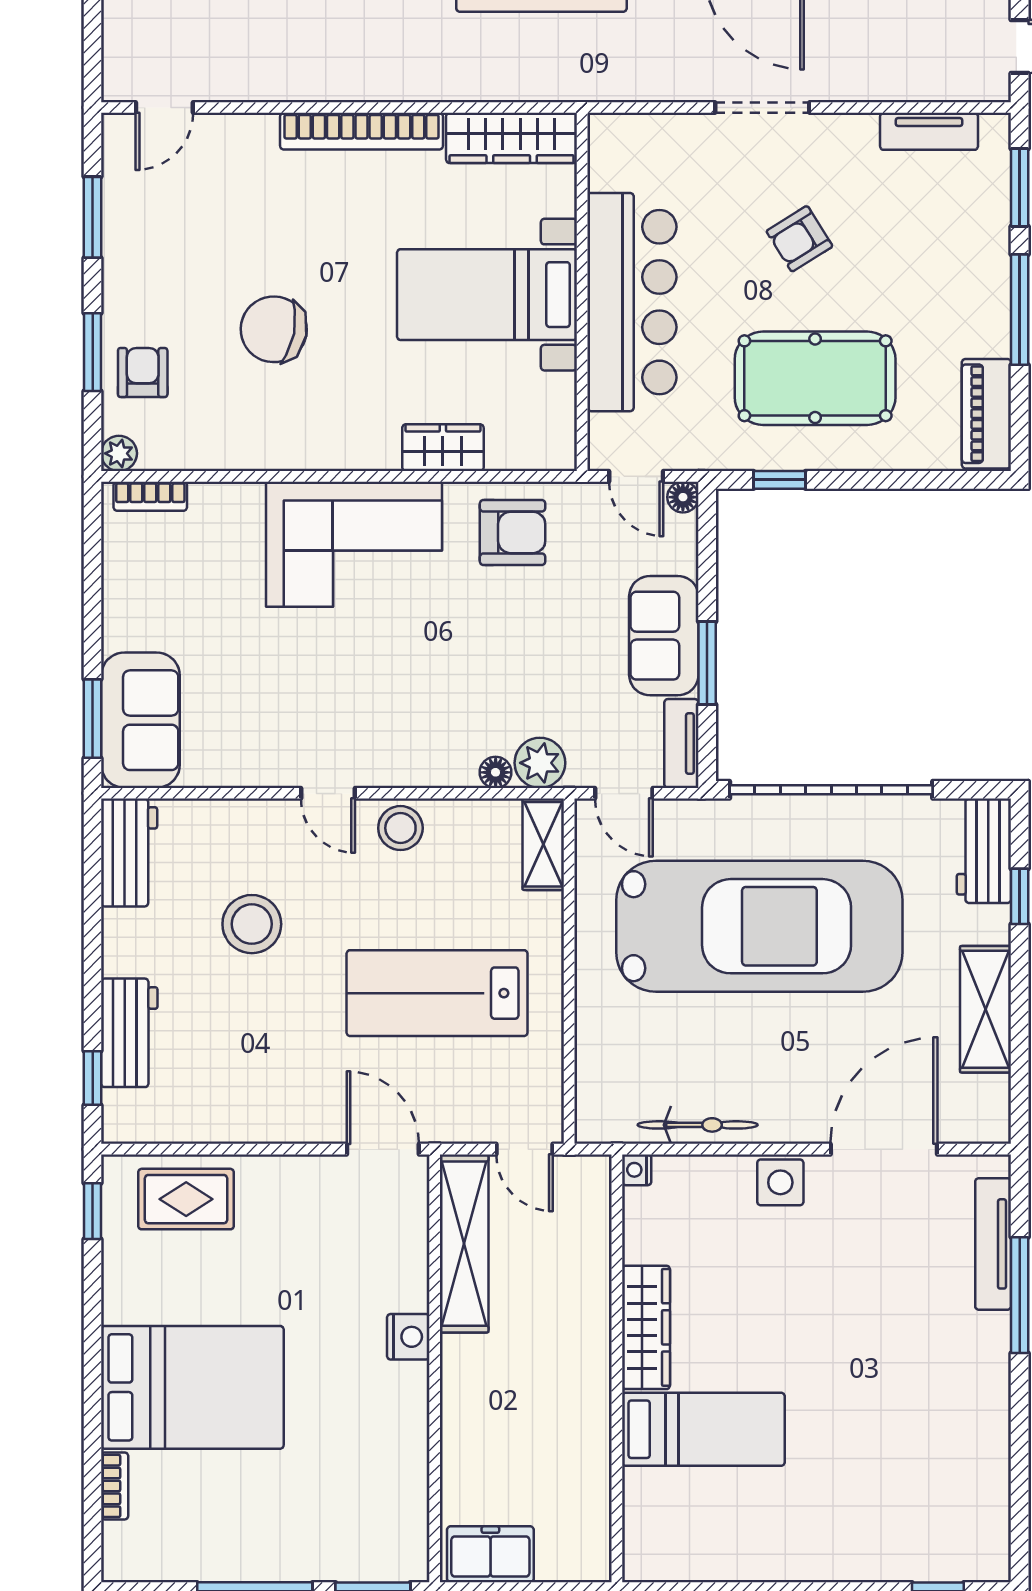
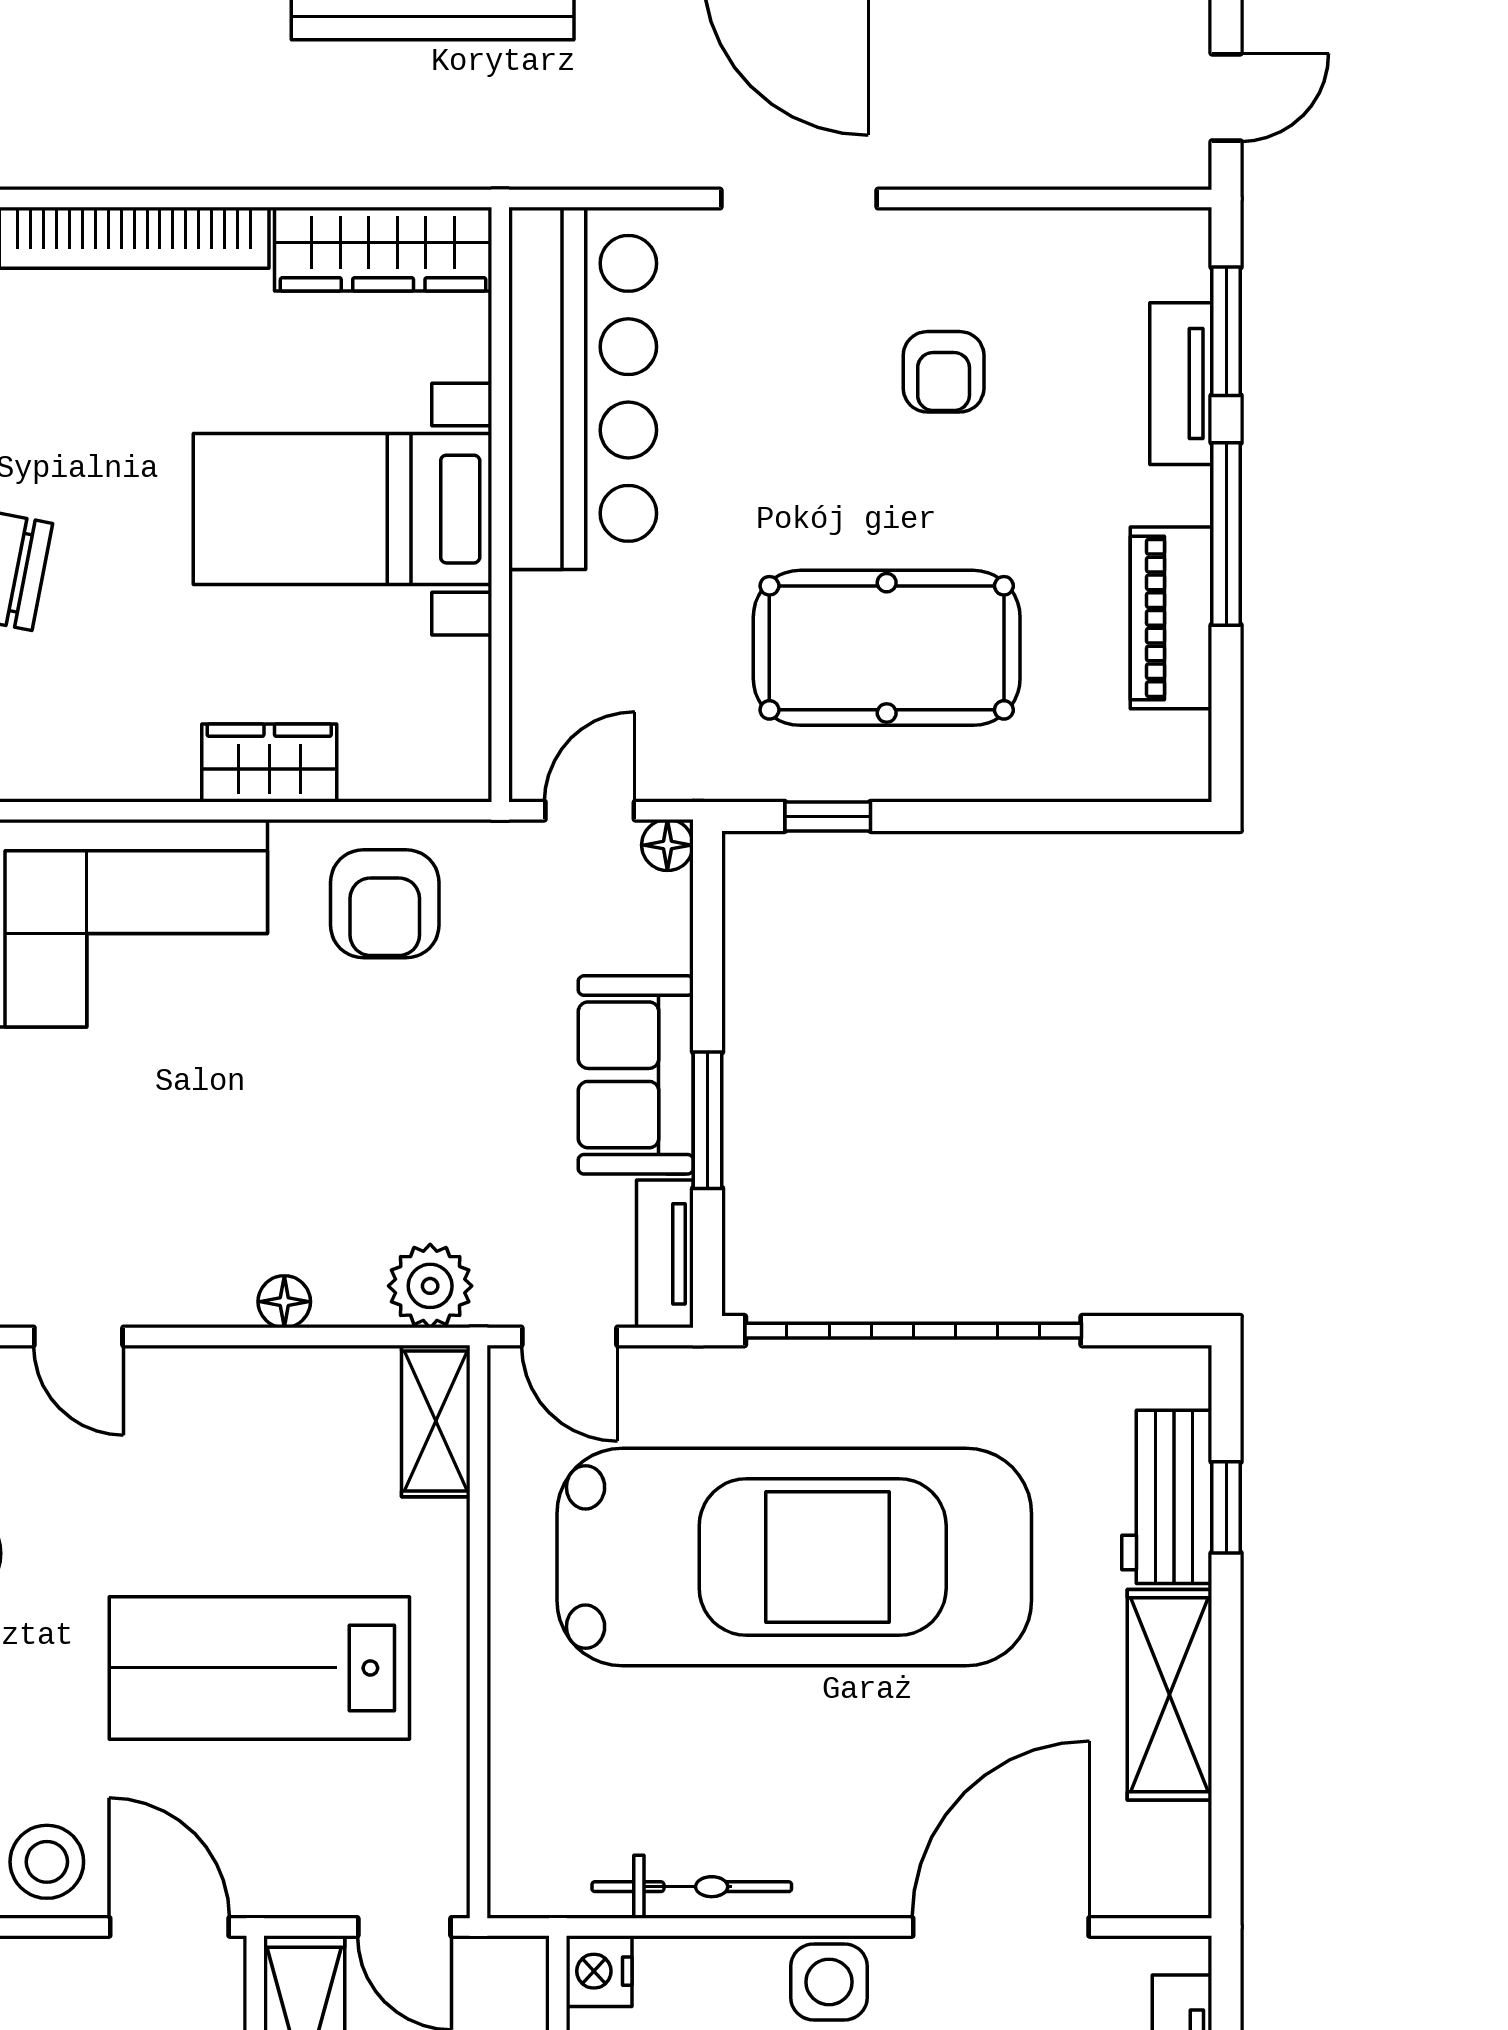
tv unit: (929, 131) -> (1181, 384), moved, turned 90
armchair: (799, 239) -> (944, 372), moved, turned -58
bar counter: (632, 302) -> (583, 388), moved
piano: (986, 414) -> (1171, 618), moved
door: (636, 476) -> (590, 811), swing flipped
armchair: (513, 532) -> (385, 904), turned 90
floor lamp: (496, 772) -> (284, 1302), moved
stool: (400, 828) -> (47, 1862), moved
workbench: (984, 851) -> (1167, 1497), moved
nightstand: (637, 1170) -> (599, 1971), width x1.39, depth x1.35

